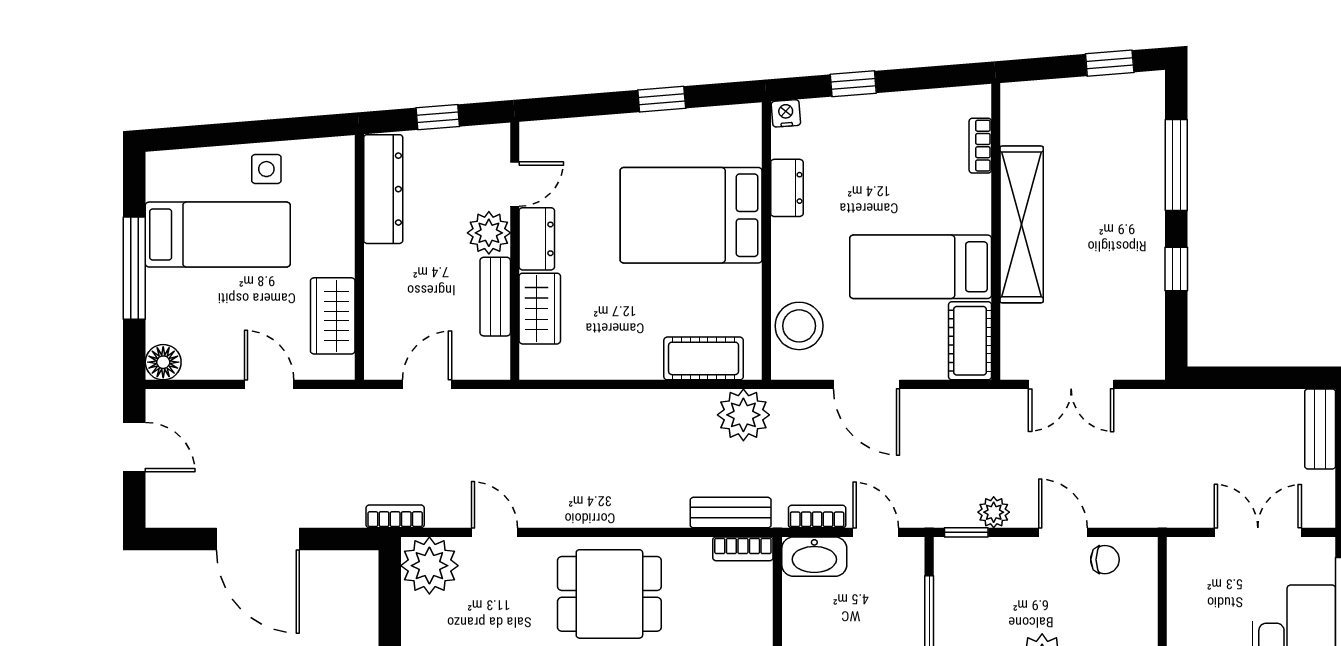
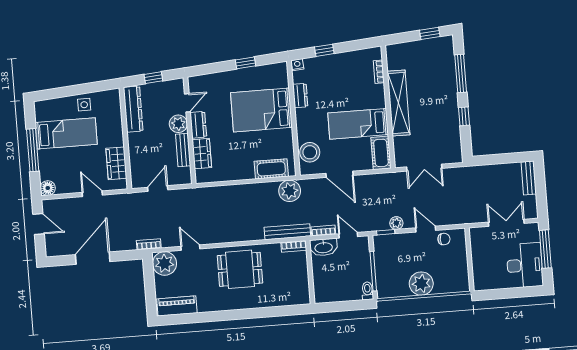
bench: (731, 513) -> (287, 232), width x1.36
door: (258, 539) -> (93, 258), swing flipped

